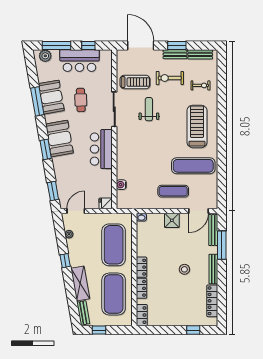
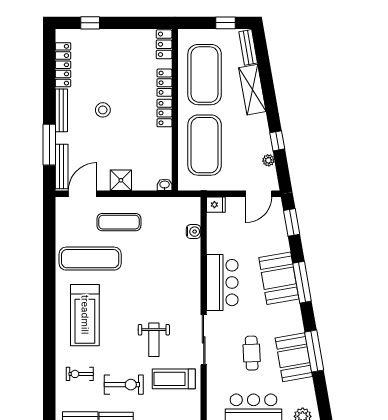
booth: (59, 138) -> (279, 278), moved
window: (46, 149) -> (302, 282), width x1.44
window: (65, 261) -> (277, 141), moved

